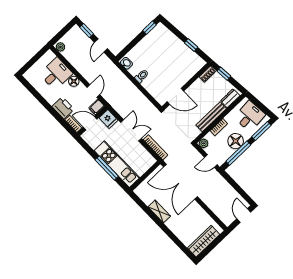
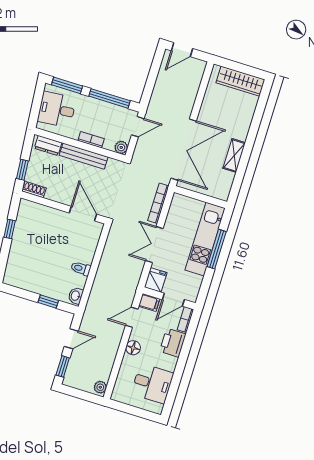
window: (150, 28) -> (48, 301), moved
desk: (56, 74) -> (152, 384), moved, turned 180
door: (90, 123) -> (173, 300), hinge flipped
floor lamp: (236, 141) -> (97, 110), removed
door: (211, 161) -> (138, 127), hinge flipped

